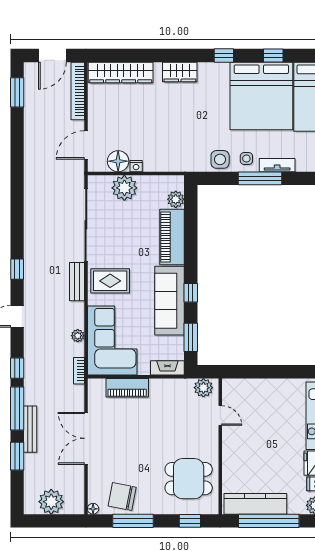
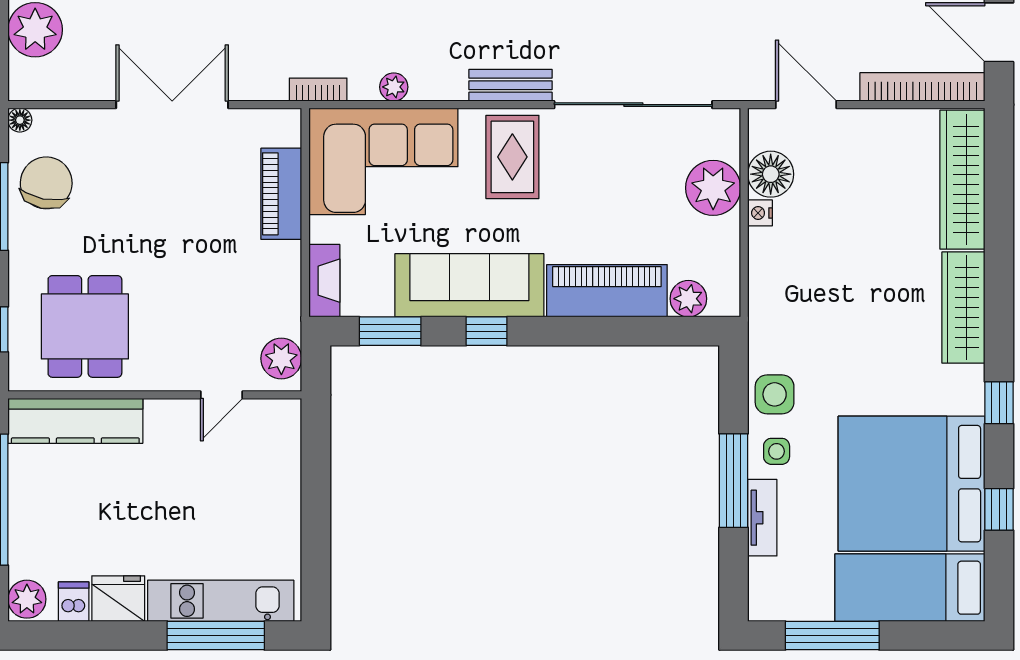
wardrobe: (180, 72) -> (963, 308), width x1.50
kitchen counter: (255, 504) -> (75, 421), moved, turned 90

